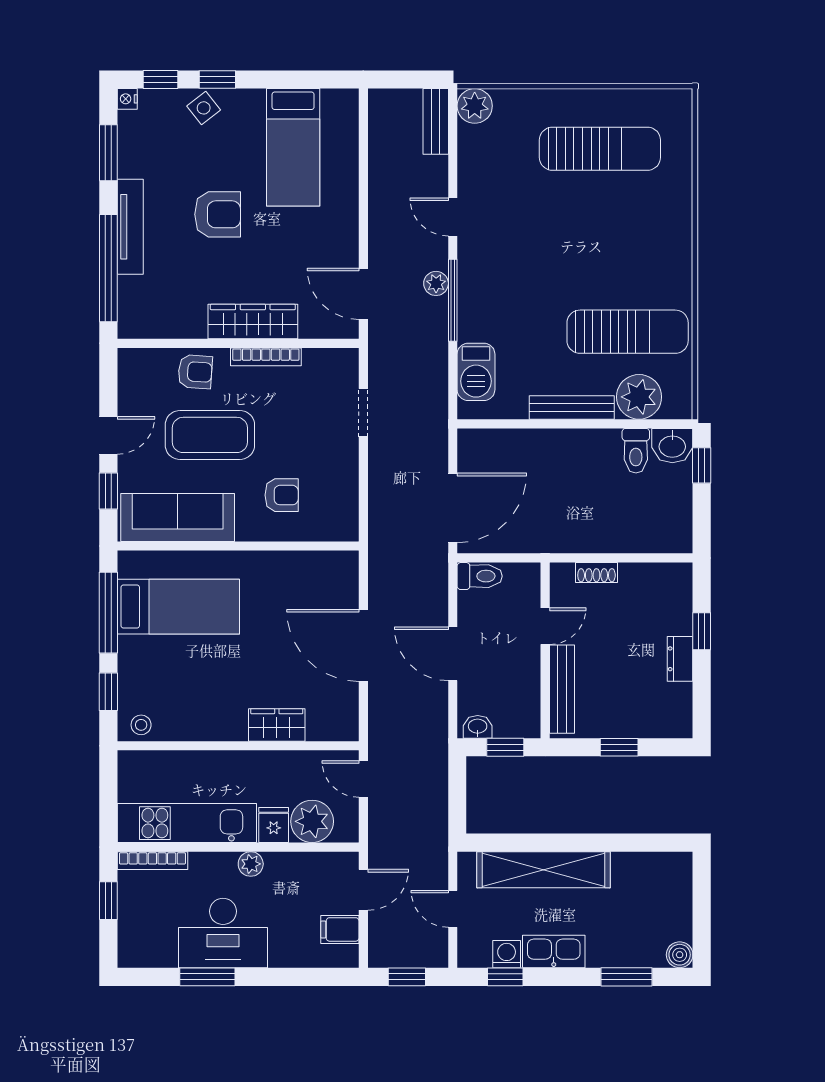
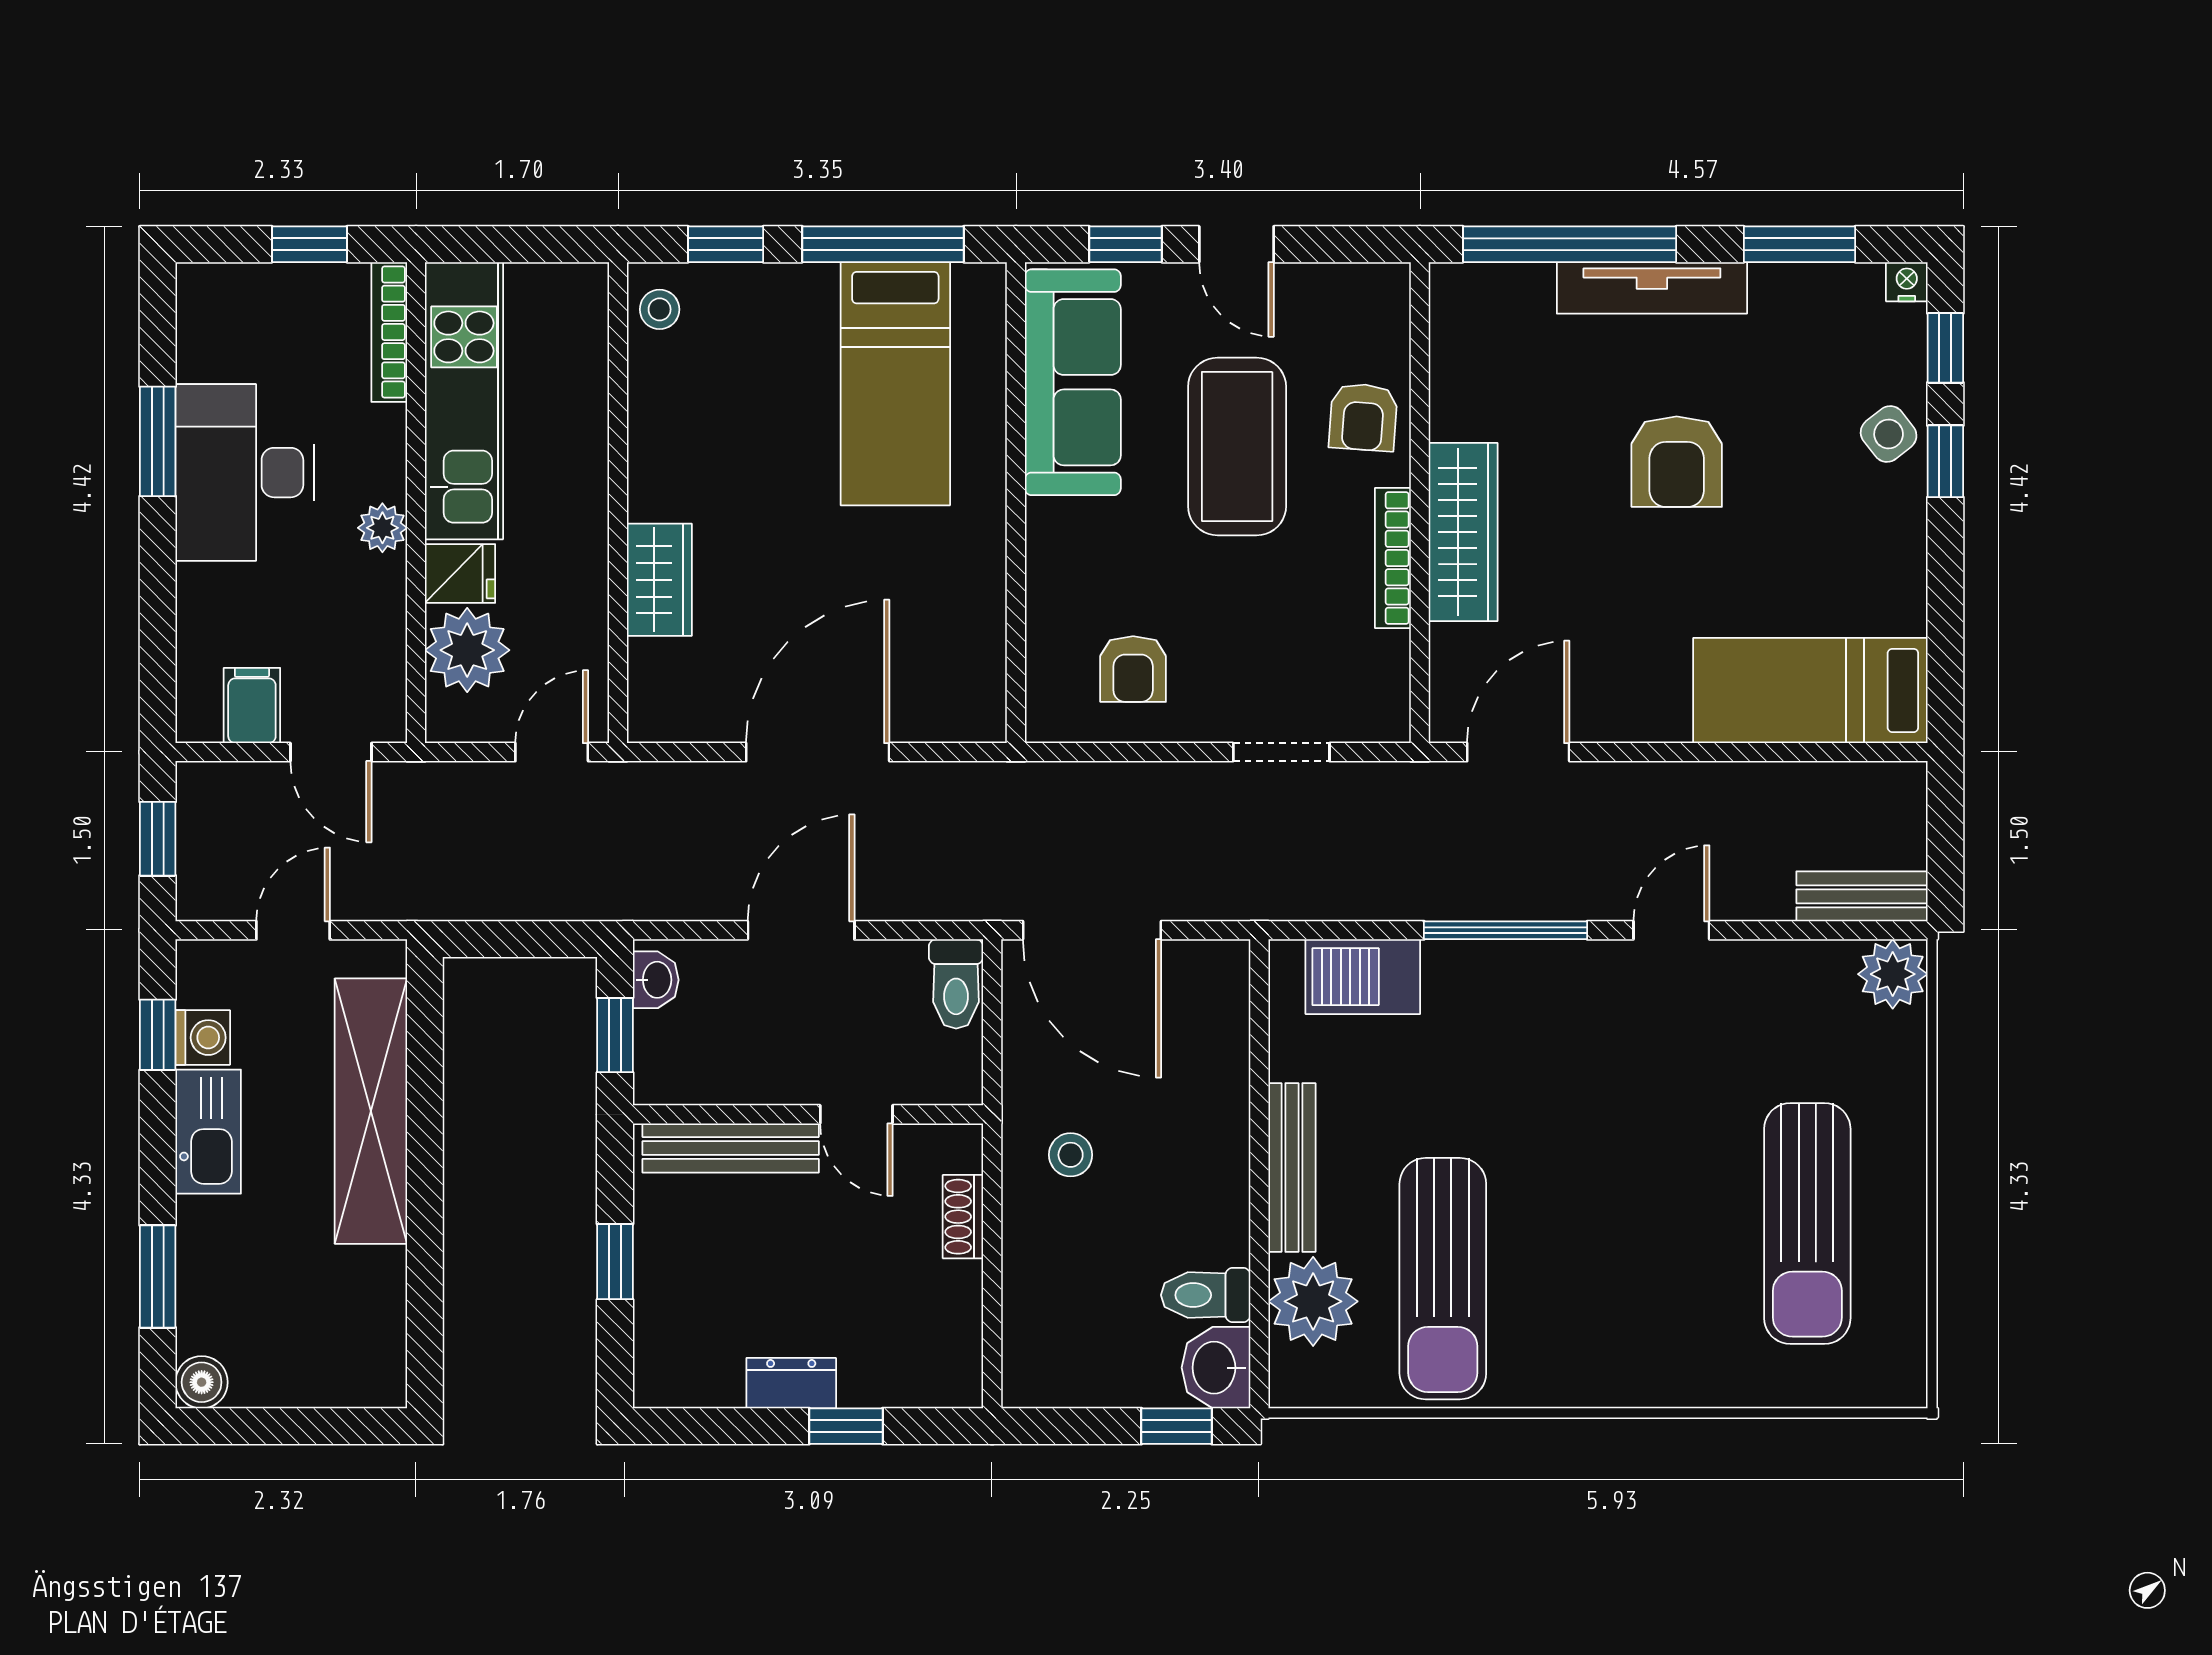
bed: (293, 147) -> (1810, 690), moved
plant: (436, 283) -> (1539, 897), removed
armchair: (282, 495) -> (1133, 669), moved
stool: (565, 519) -> (1071, 1155), added

